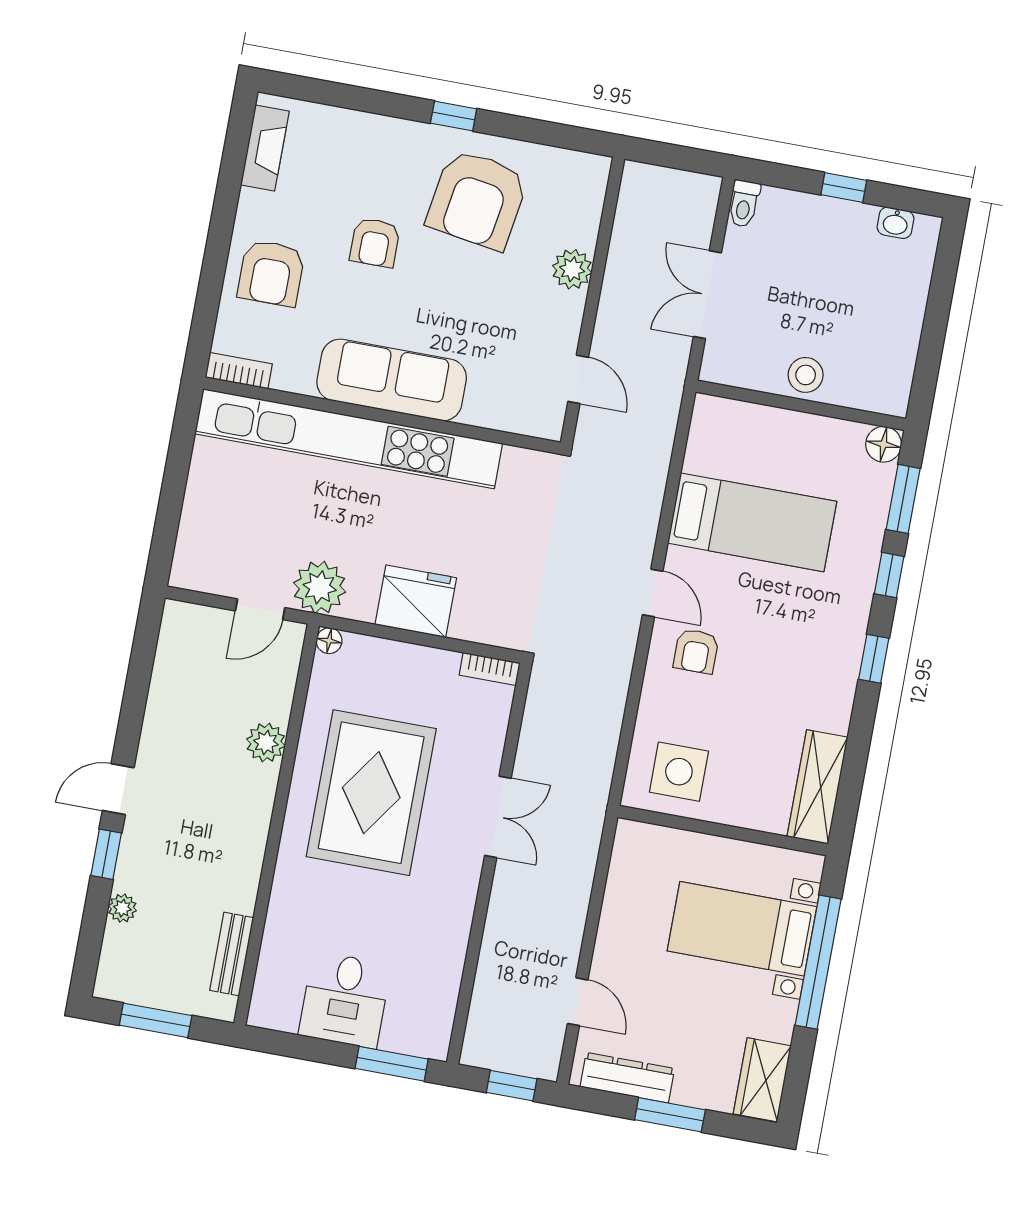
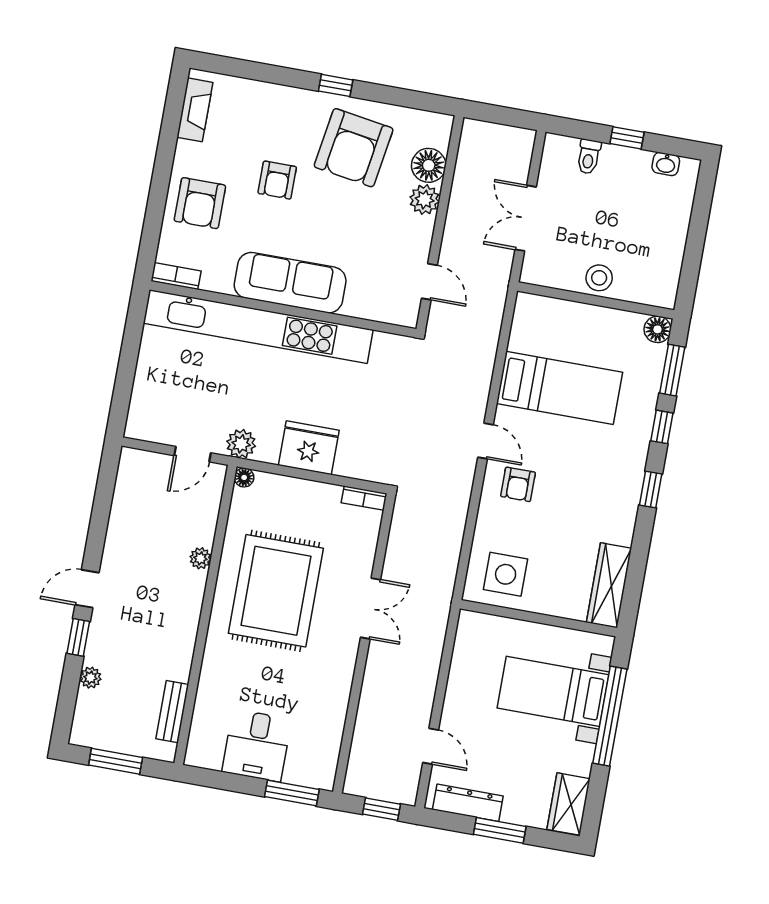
toilet: (744, 204) -> (589, 157), moved
floor lamp: (578, 223) -> (429, 165), added
plant: (320, 587) -> (241, 444), width x0.73, depth x0.73
plant: (266, 743) -> (200, 558), width x0.73, depth x0.73

